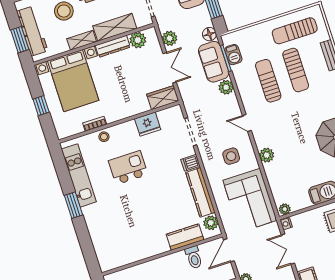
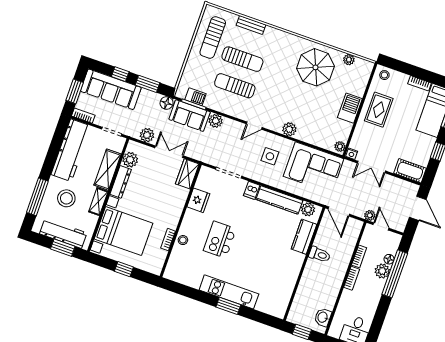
kitchen unit: (79, 175) -> (229, 292), moved
window: (73, 205) -> (228, 306), moved
toilet: (194, 257) -> (320, 255), moved

